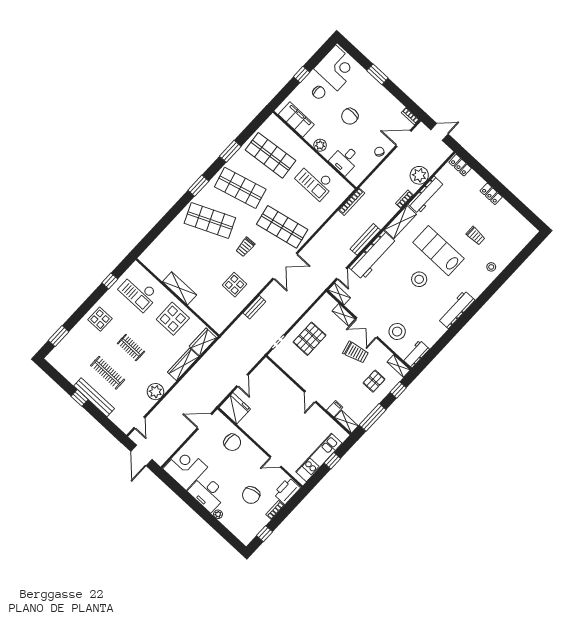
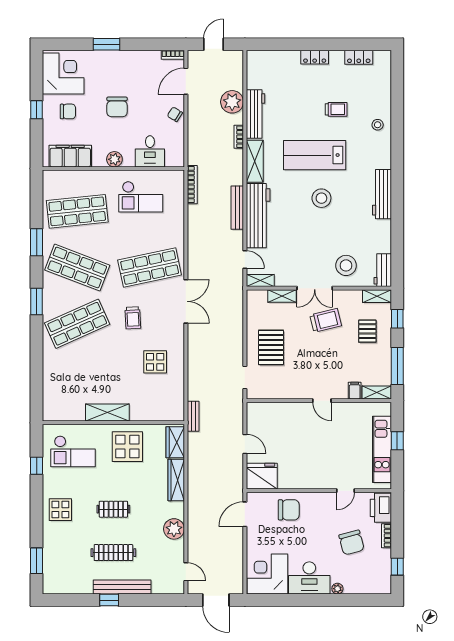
locker: (460, 165) -> (359, 57), moved
shop shelf: (240, 188) -> (77, 268), turned 36
bench: (254, 307) -> (193, 416), moved

